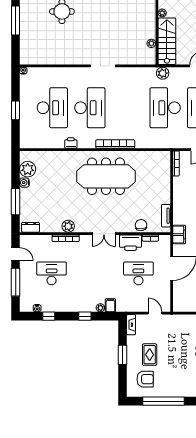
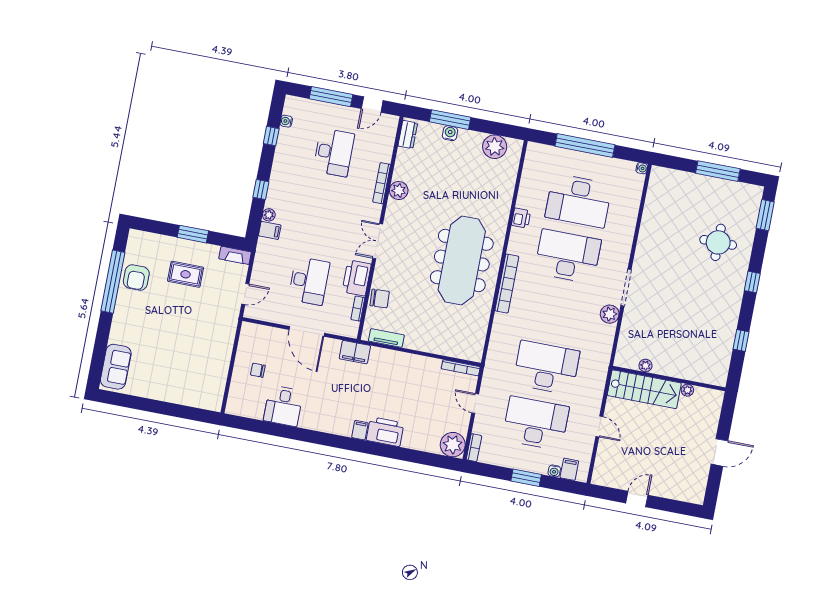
plant: (163, 73) -> (610, 314), moved
desk: (90, 108) -> (568, 256), turned 180
window: (16, 110) -> (585, 146), width x2.11
water cooler: (24, 183) -> (450, 133), moved
armchair: (145, 379) -> (136, 278), moved

